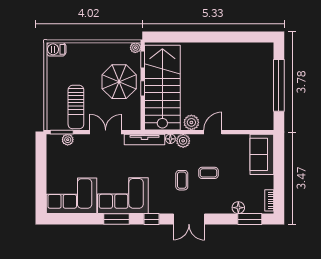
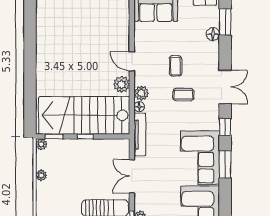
plant: (107, 47) -> (41, 175), added
parasol: (119, 82) -> (78, 162), removed

